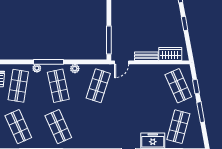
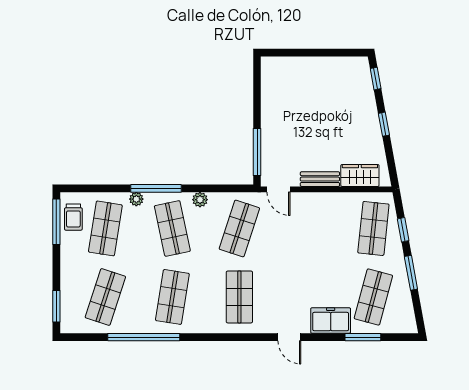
door: (122, 62) -> (278, 189), hinge flipped
shop shelf: (178, 86) -> (373, 228), turned 30
shop shelf: (18, 127) -> (105, 297), turned 42
shop shelf: (58, 127) -> (172, 297), turned 33
shop shelf: (98, 127) -> (239, 297), added

